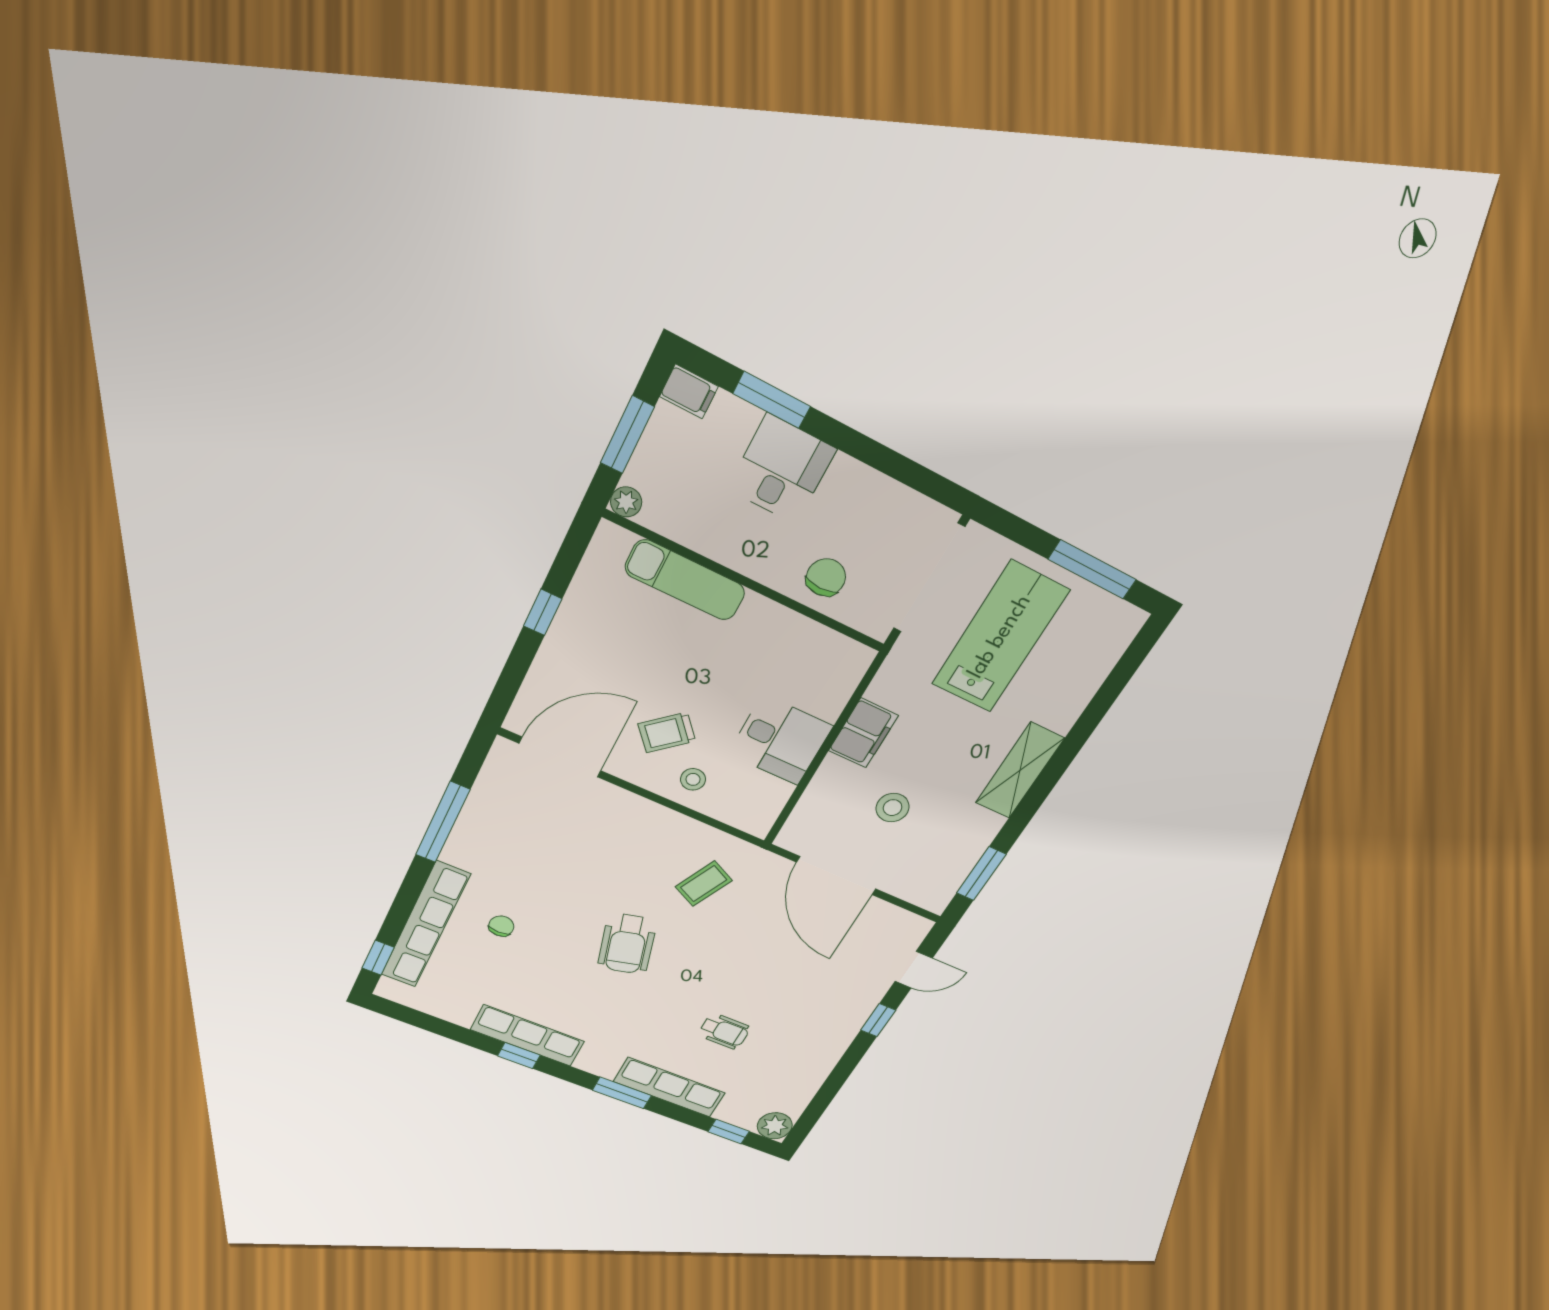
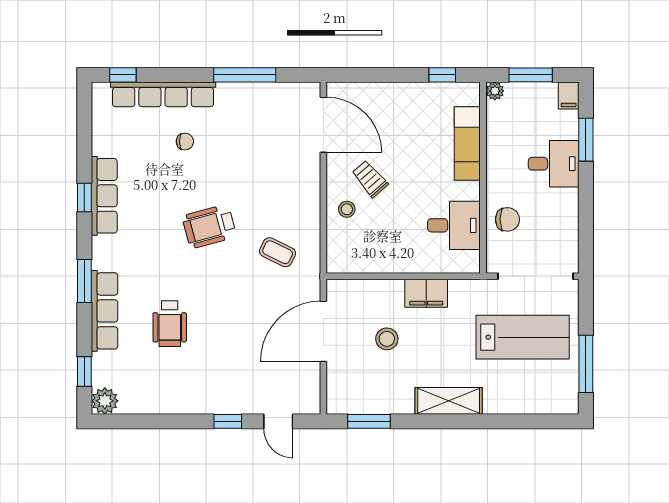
window: (543, 612) -> (442, 75), moved
desk: (780, 740) -> (454, 225), moved, turned -90
wheelchair: (724, 1031) -> (170, 324), width x1.36, depth x1.37

